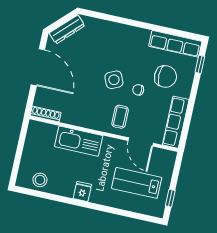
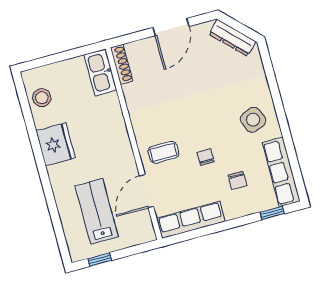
door: (38, 67) -> (171, 27), width x0.73
chair: (165, 77) -> (237, 180), width x0.54, depth x0.54
side table: (114, 80) -> (253, 120), moved
kitchen sink: (79, 141) -> (100, 72), moved, width x0.73, depth x0.81
fridge: (82, 191) -> (56, 144), width x1.88, depth x1.34

